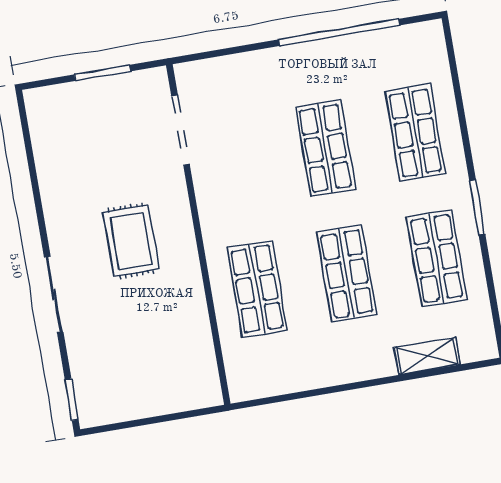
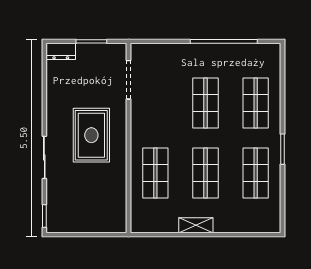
dresser: (51, 100) -> (61, 51), added
rug: (131, 241) -> (91, 135), width x1.36, depth x1.43
shelving: (427, 356) -> (196, 225), moved

